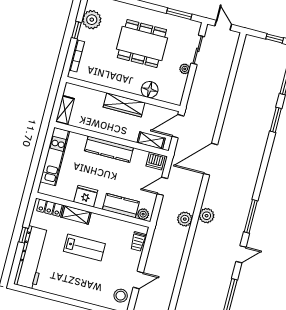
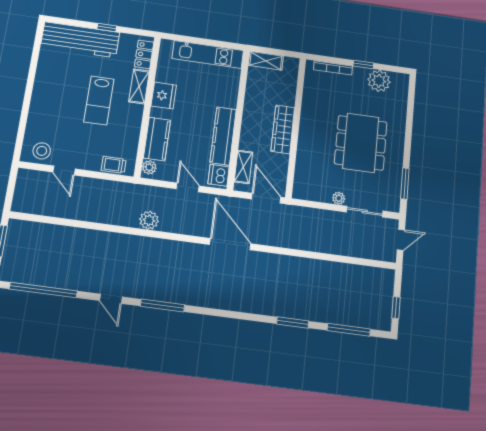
floor lamp: (150, 90) -> (306, 158), removed
kitchen counter: (109, 149) -> (223, 136), moved
plant: (207, 216) -> (157, 248), removed

